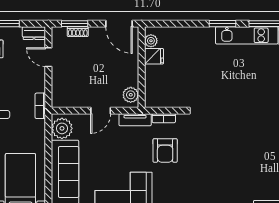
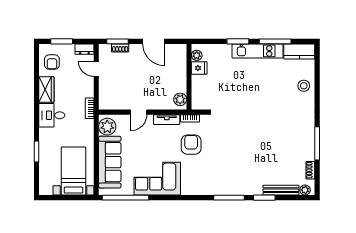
plant: (151, 41) -> (197, 55), moved
fridge: (154, 56) -> (199, 68), moved
wall: (142, 67) -> (189, 77), moved
plant: (131, 95) -> (180, 99), moved
armchair: (165, 150) -> (191, 145), turned 180

